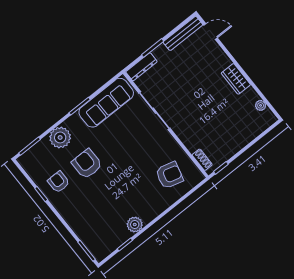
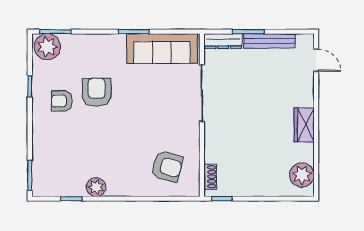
bench: (183, 33) -> (269, 41), moved
plant: (261, 105) -> (302, 175), width x1.87, depth x1.87
plant: (60, 137) -> (47, 47), moved
armchair: (59, 182) -> (62, 101), moved, turned -90

